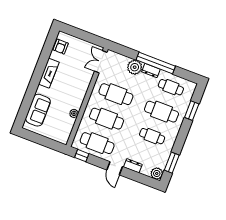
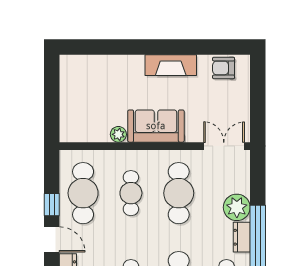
sofa: (38, 110) -> (156, 126), moved, turned 180
cafe table: (107, 119) -> (131, 193), width x0.73, depth x0.74
window: (82, 156) -> (52, 205), moved
door: (115, 168) -> (52, 239), swing flipped

